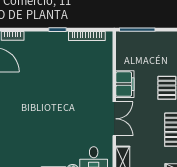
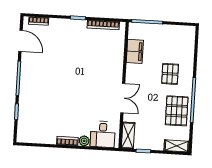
filing cabinet: (125, 84) -> (135, 51), moved

